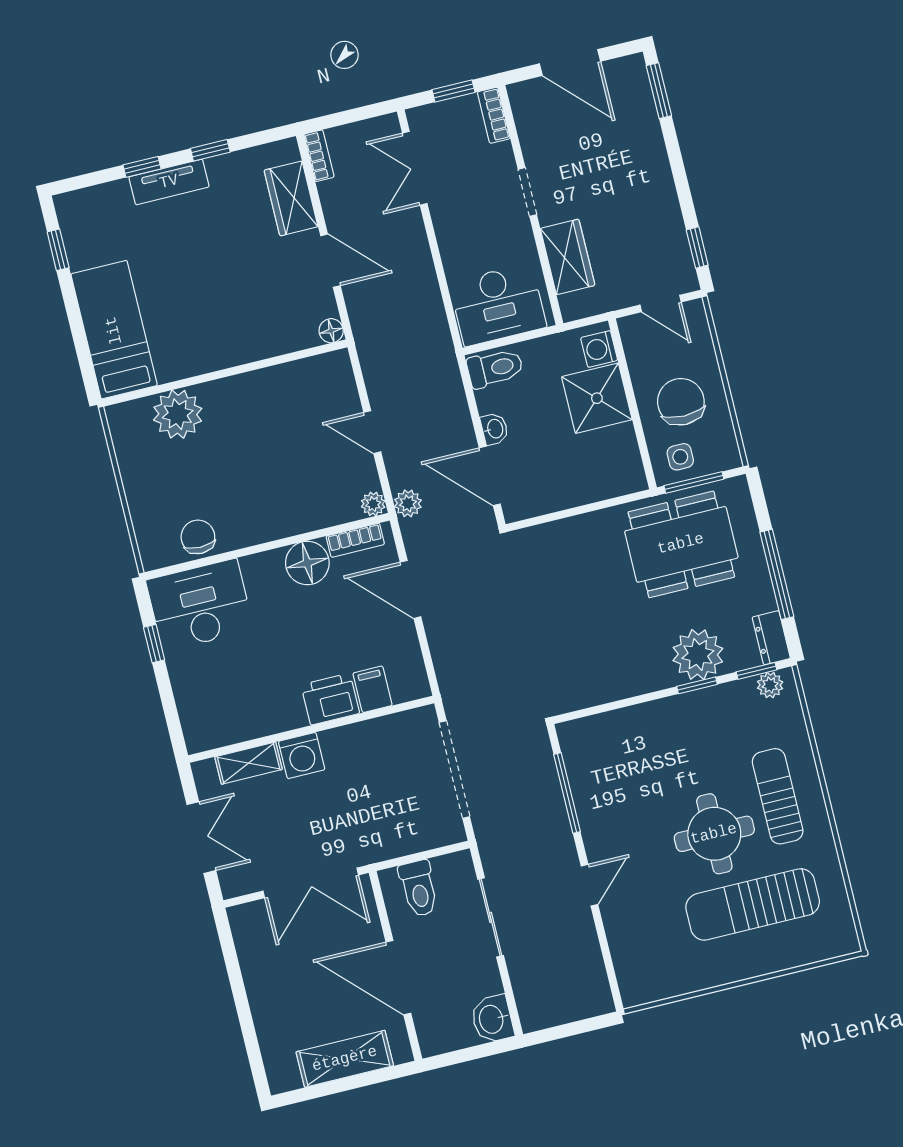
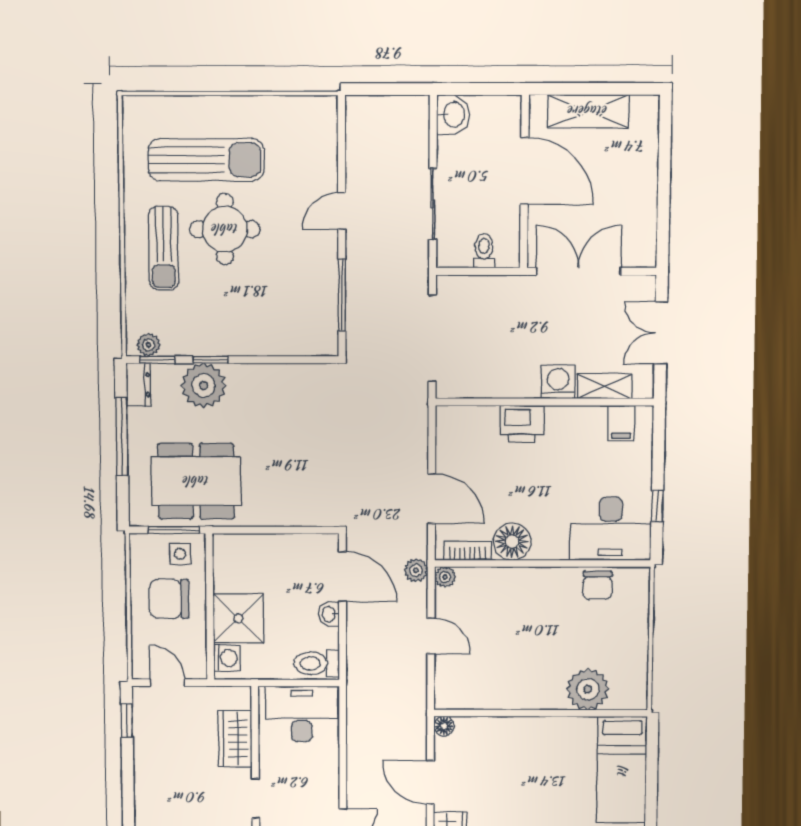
chair: (681, 402) -> (169, 599), turned 90
filing cabinet: (372, 689) -> (621, 423), moved
toilet: (419, 888) -> (484, 251), width x0.73, depth x0.72

